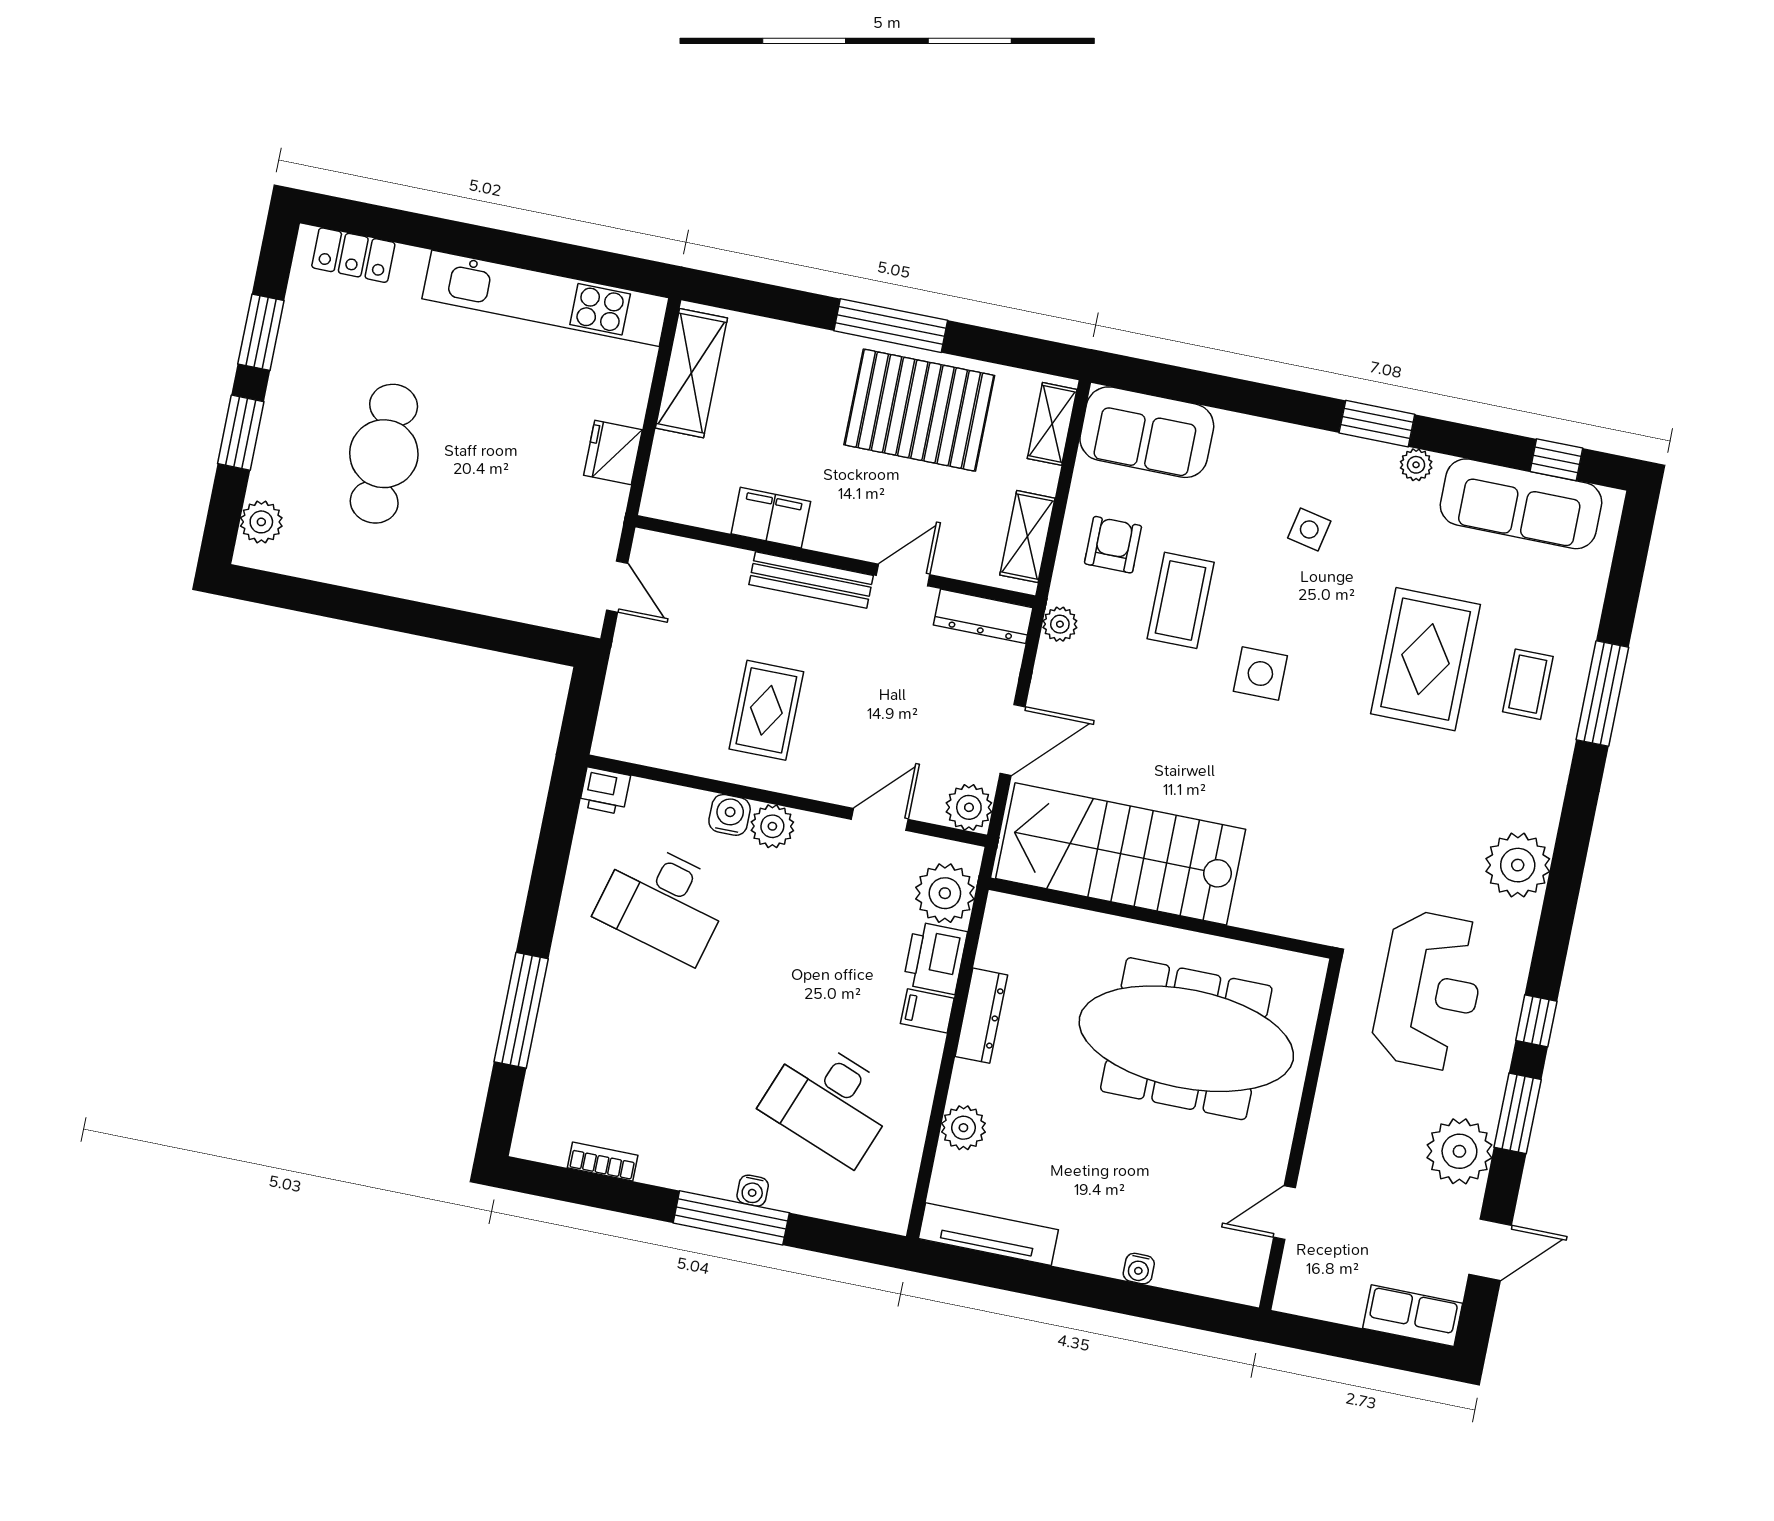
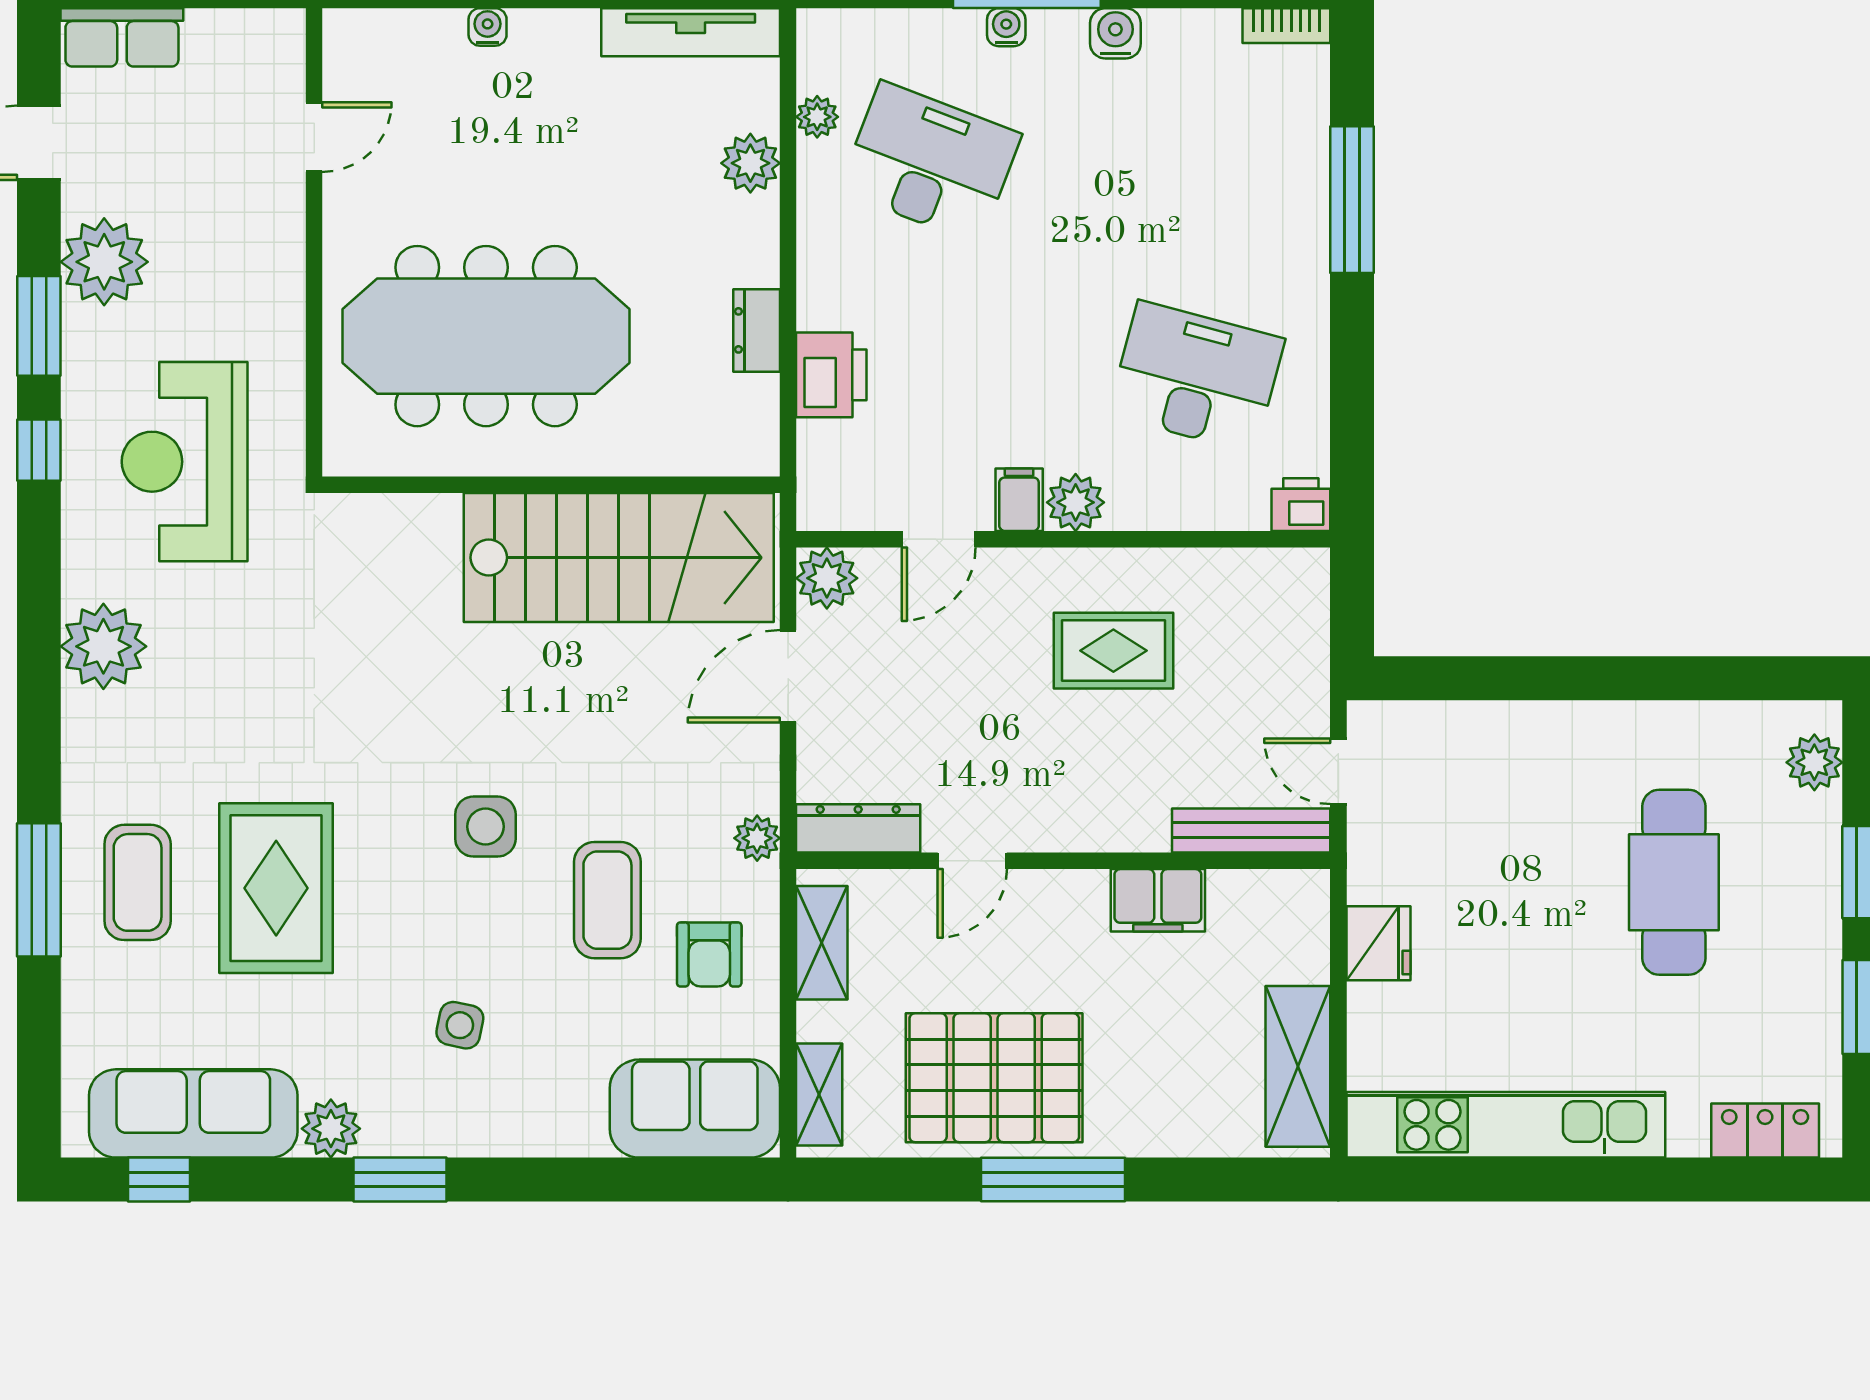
plant: (1416, 465) -> (331, 1129), width x1.38, depth x1.38
bench: (811, 580) -> (1251, 830), moved
coffee table: (1528, 684) -> (138, 882), width x1.36, depth x1.30
rug: (766, 710) -> (1113, 651), turned 90
water cooler: (730, 815) -> (1115, 33), moved, turned 180
plant: (945, 893) -> (817, 117), moved, width x0.53, depth x0.53
filing cabinet: (927, 1011) -> (1019, 500), moved, turned -90
dresser: (981, 1016) -> (757, 330), width x0.70
bookcase: (603, 1162) -> (1286, 26), moved

